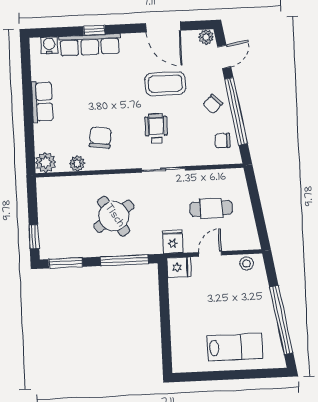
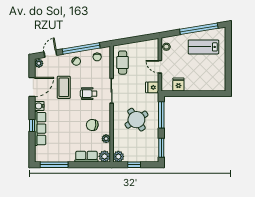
water cooler: (49, 45) -> (39, 106), moved
door: (224, 57) -> (50, 54), hinge flipped
window: (26, 73) -> (54, 165), added
row of seats: (42, 102) -> (86, 157), moved
plant: (46, 187) -> (118, 157), added
cafe table: (211, 208) -> (123, 63), moved
window: (34, 237) -> (134, 165), moved
fridge: (179, 267) -> (178, 85), moved
lab bench: (235, 347) -> (203, 47), moved, turned -90

